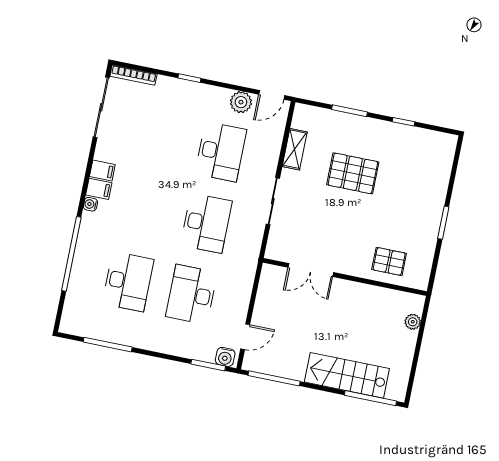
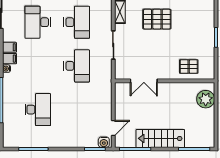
desk: (192, 295) -> (38, 22), moved
plant: (413, 322) -> (206, 99), width x1.88, depth x1.88
stairs: (347, 375) -> (160, 138), moved

